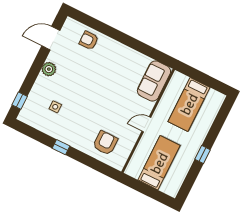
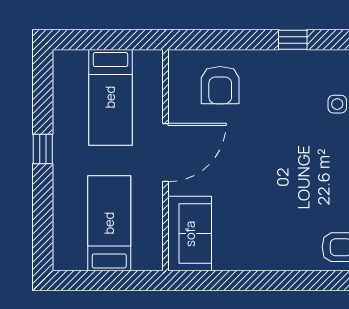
door: (146, 124) -> (166, 152), width x1.88

